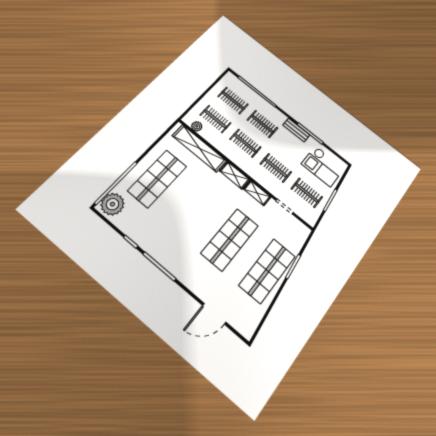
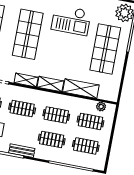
shelving: (199, 148) -> (81, 89), width x0.68
checkout: (175, 229) -> (71, 20), added

